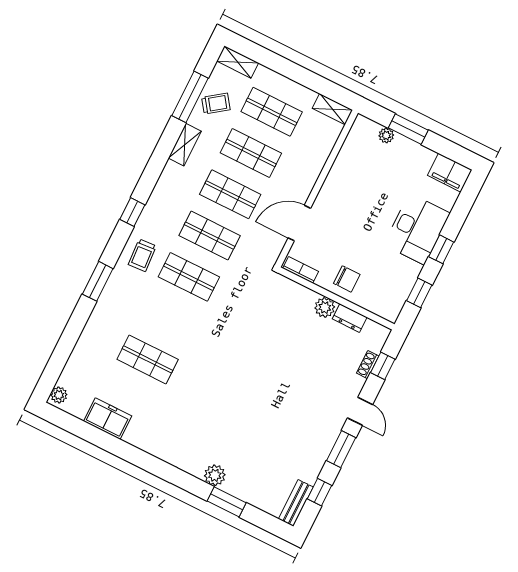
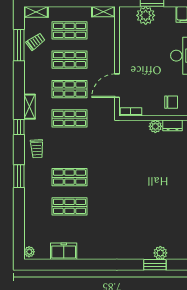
plant: (386, 135) -> (146, 15), width x1.88, depth x1.88
shelving: (185, 145) -> (30, 107), moved
shop shelf: (189, 277) -> (70, 177), moved
chair: (347, 279) -> (171, 102), moved
plant: (215, 475) -> (160, 253), moved

